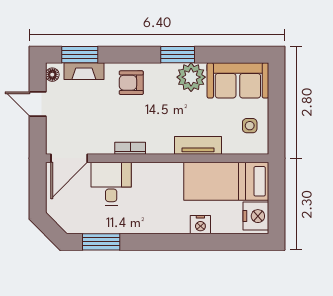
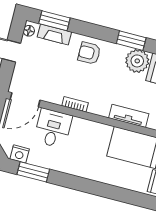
nightstand: (200, 225) -> (20, 154), moved

